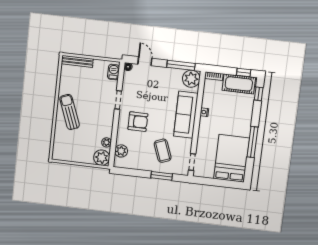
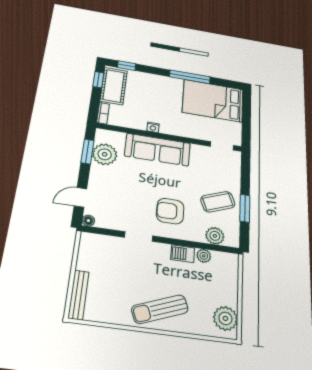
window: (181, 65) -> (87, 152), width x0.69
barbecue: (114, 72) -> (183, 254), moved
plant: (191, 79) -> (105, 154), moved
armchair: (138, 122) -> (170, 211), turned -90
coffee table: (163, 151) -> (218, 202), moved
plant: (102, 158) -> (225, 318), moved
window: (162, 176) -> (245, 208), moved

